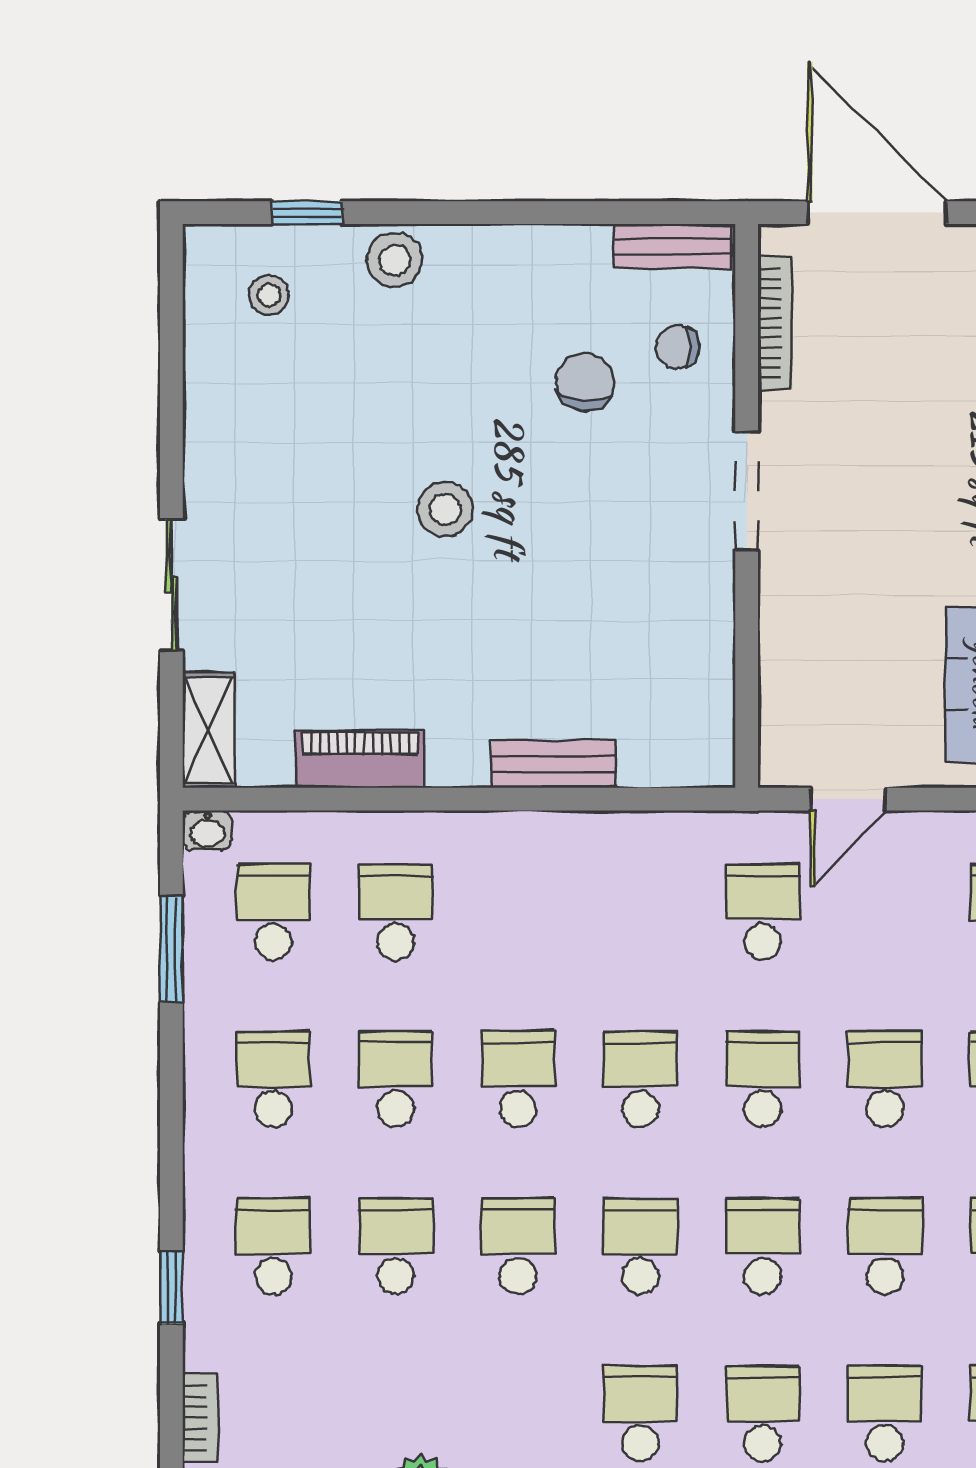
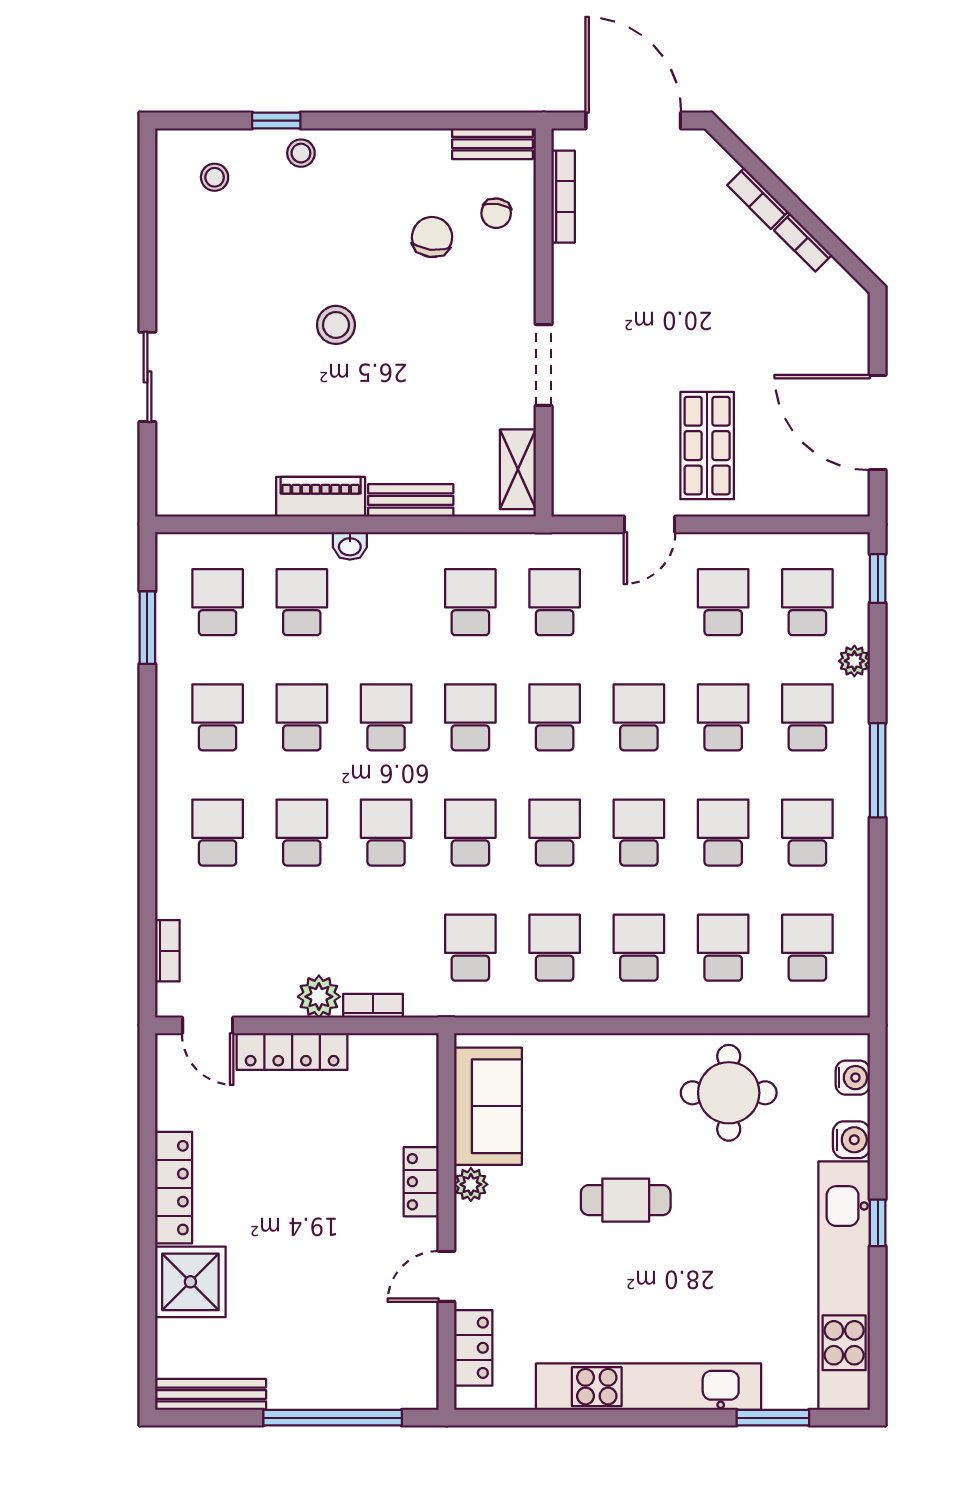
window: (307, 213) -> (276, 121), moved
stool: (394, 260) -> (301, 153), width x0.73, depth x0.73
chair: (678, 347) -> (496, 213), turned -81
doorway: (747, 491) -> (544, 365), moved
shelving: (209, 730) -> (518, 469), moved
piano: (360, 759) -> (321, 497), moved
door: (848, 799) -> (650, 524), moved
washbasin: (207, 830) -> (350, 546), moved
school desk: (640, 912) -> (470, 602), added
window: (171, 1287) -> (147, 861), removed

